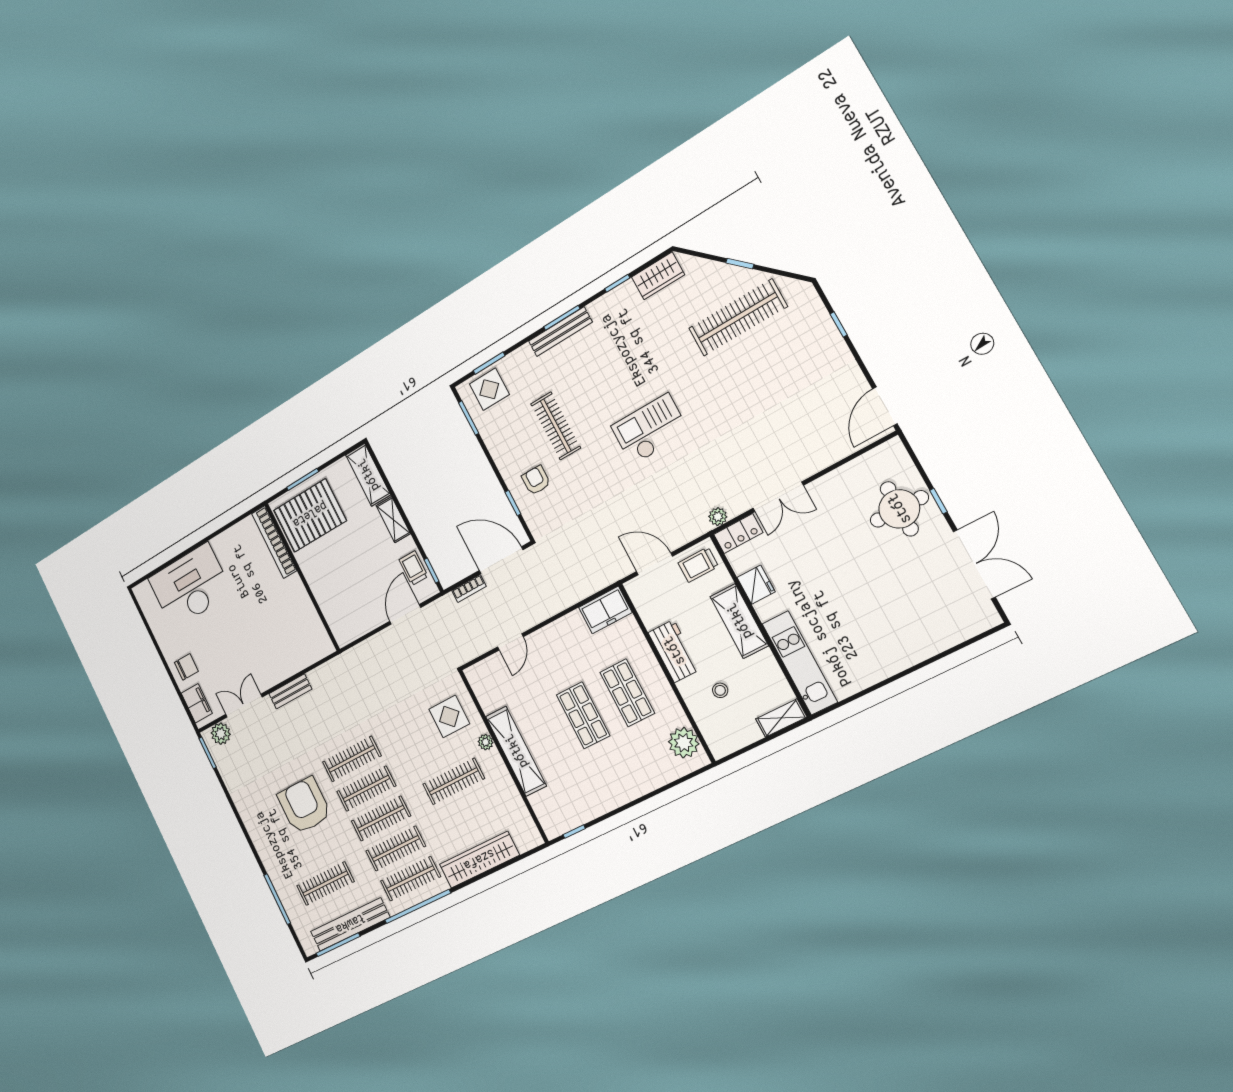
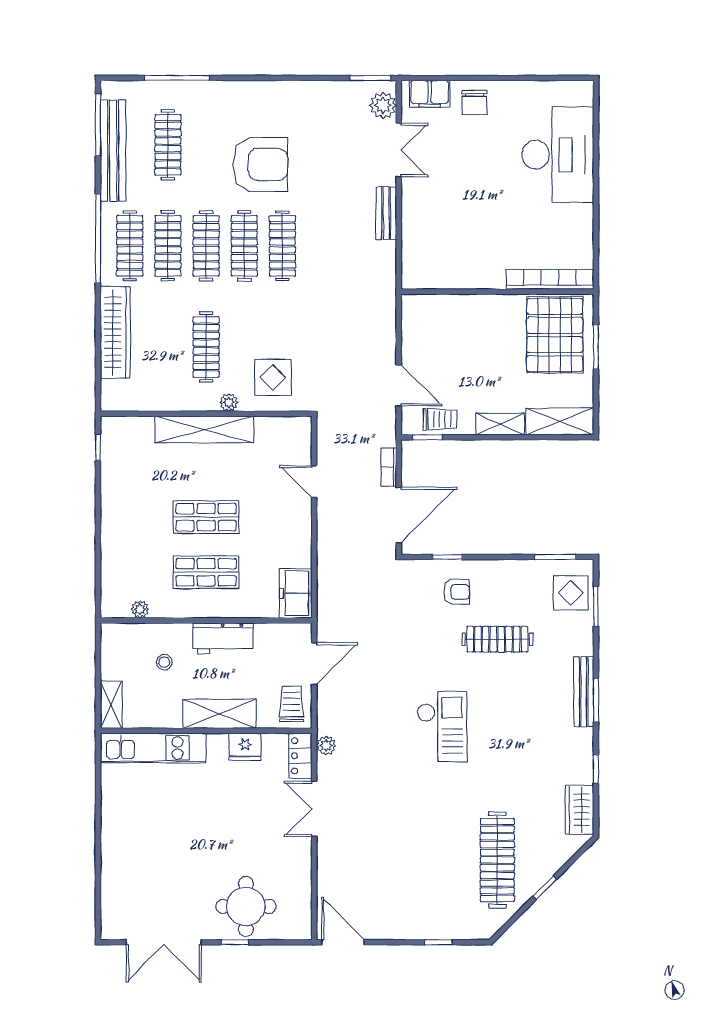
plant: (684, 743) -> (140, 609), width x0.53, depth x0.53

